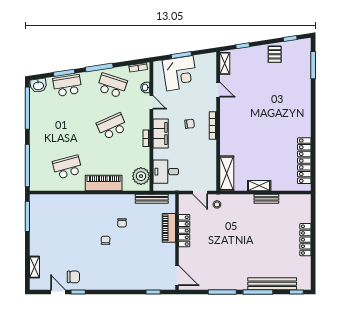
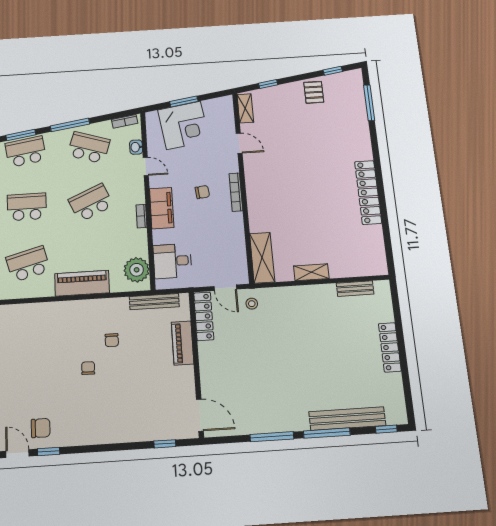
school desk: (67, 126) -> (27, 207), added
locker: (304, 161) -> (368, 192), moved
bench: (266, 199) -> (355, 289), moved
locker: (184, 231) -> (204, 316), moved

